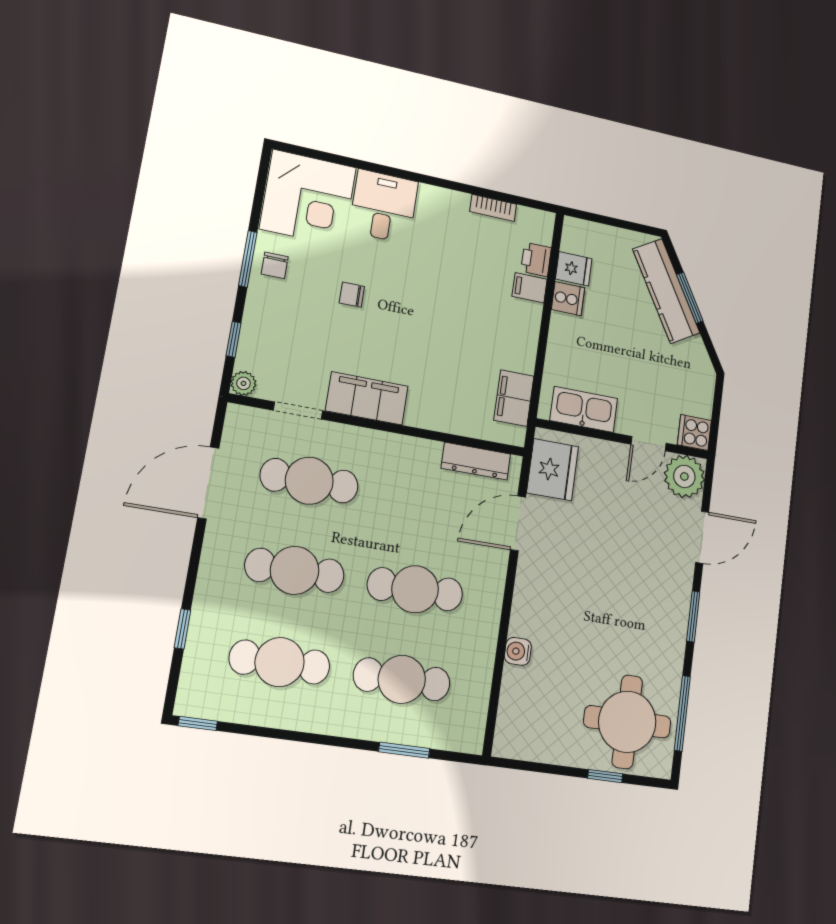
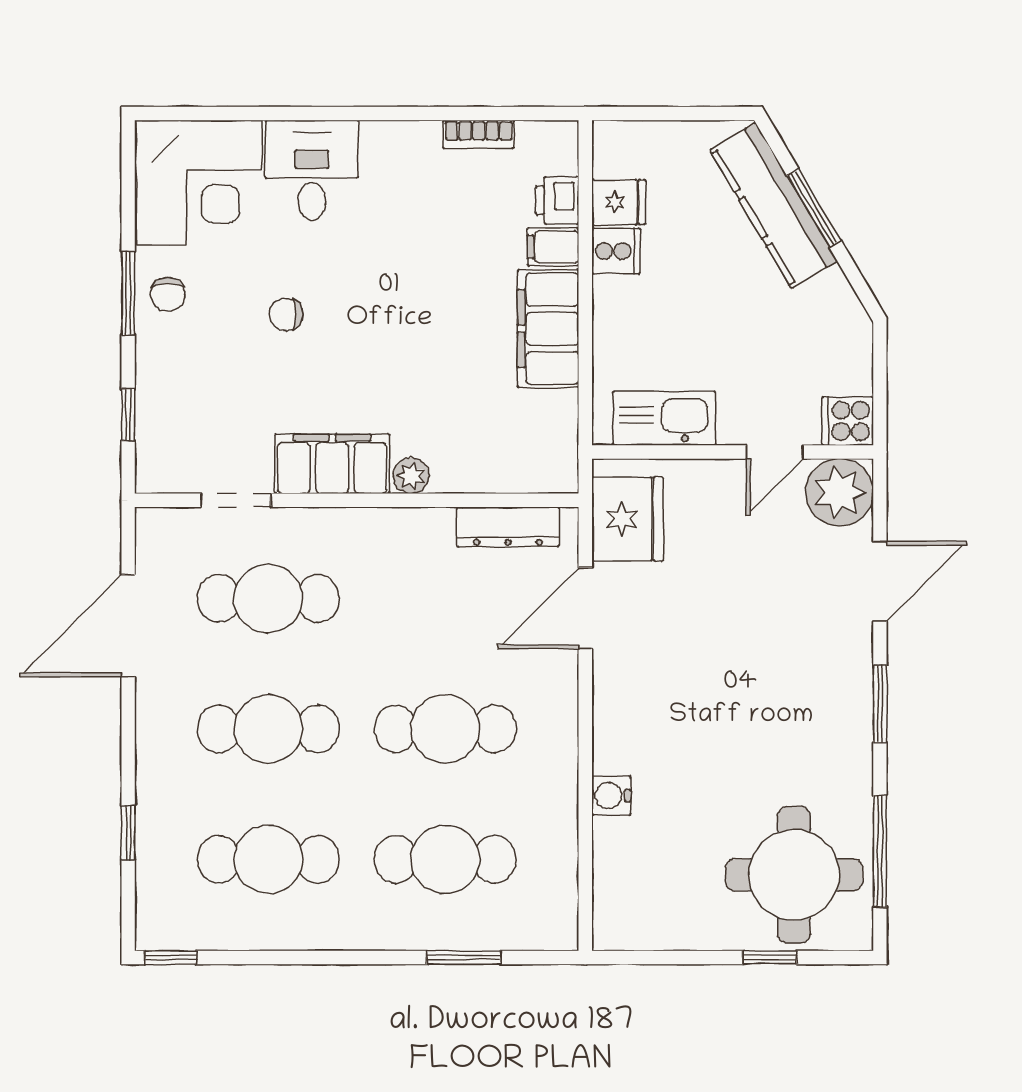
plant: (243, 383) -> (411, 476), moved
filing cabinet: (514, 398) -> (548, 329), moved, width x1.50, depth x1.17

